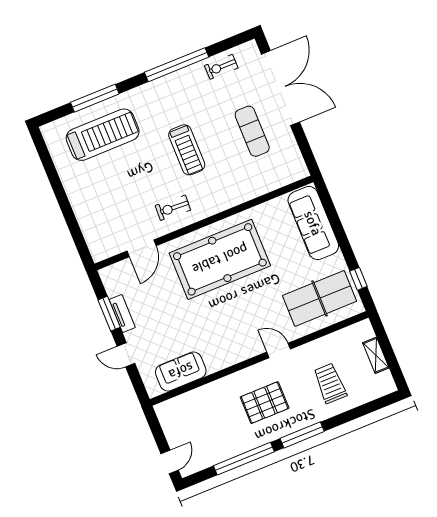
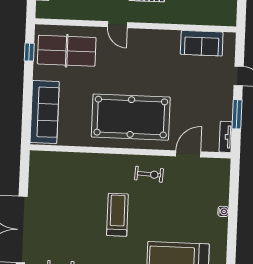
exercise mat: (252, 131) -> (60, 206), removed
water cooler: (77, 204) -> (223, 211), added
tv unit: (122, 314) -> (226, 137), moved

